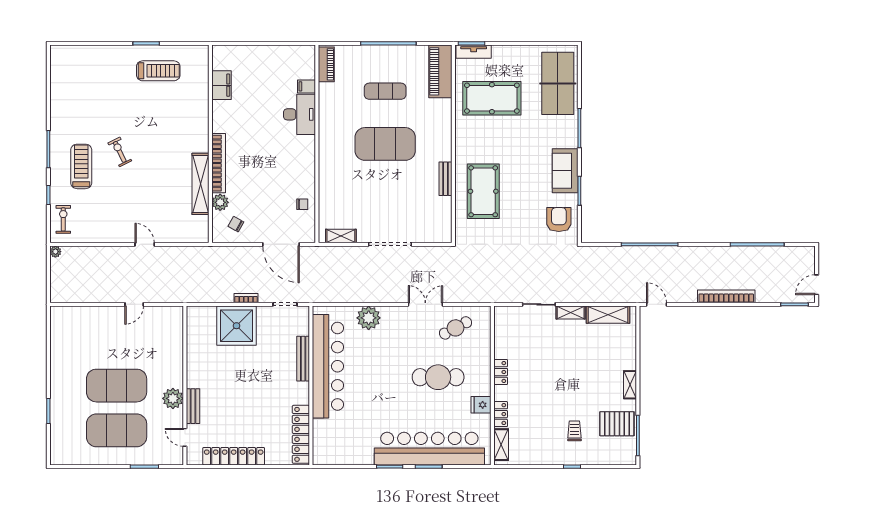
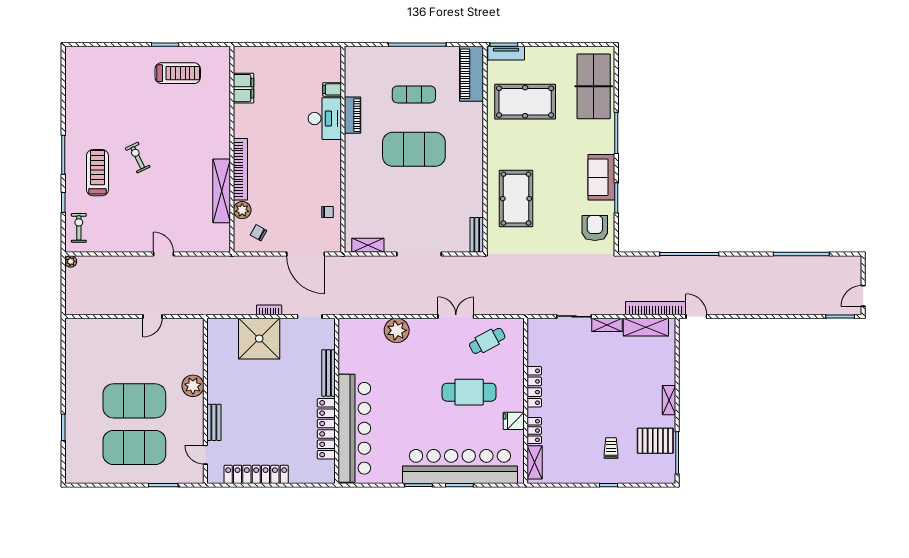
piano: (326, 64) -> (353, 115), moved
bench: (445, 179) -> (477, 235), moved
bookcase: (726, 296) -> (655, 308), moved
bar counter: (328, 366) -> (354, 428), moved
locker: (501, 372) -> (534, 387), width x1.53
plant: (173, 398) -> (193, 386), moved
locker: (301, 434) -> (326, 429), moved

